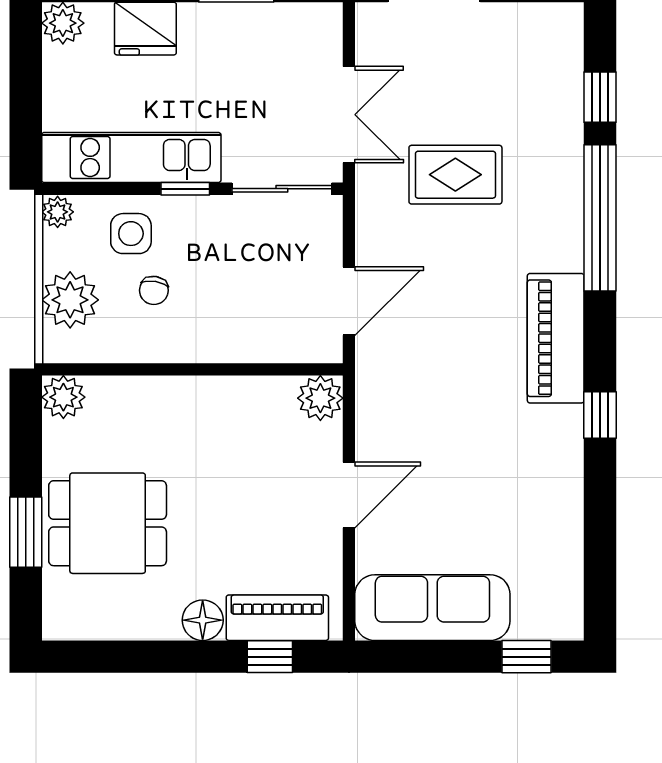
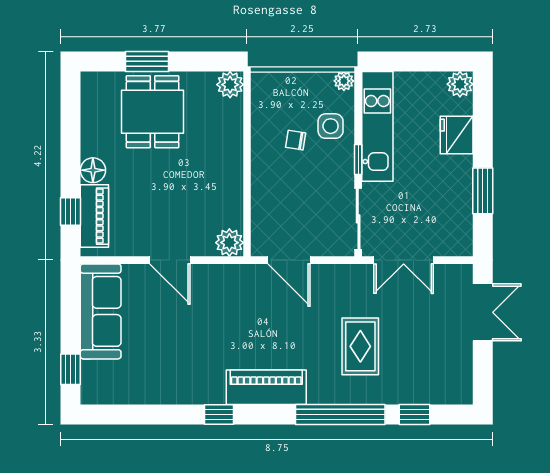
rug: (455, 175) -> (360, 346), moved
plant: (70, 300) -> (290, 89), removed

